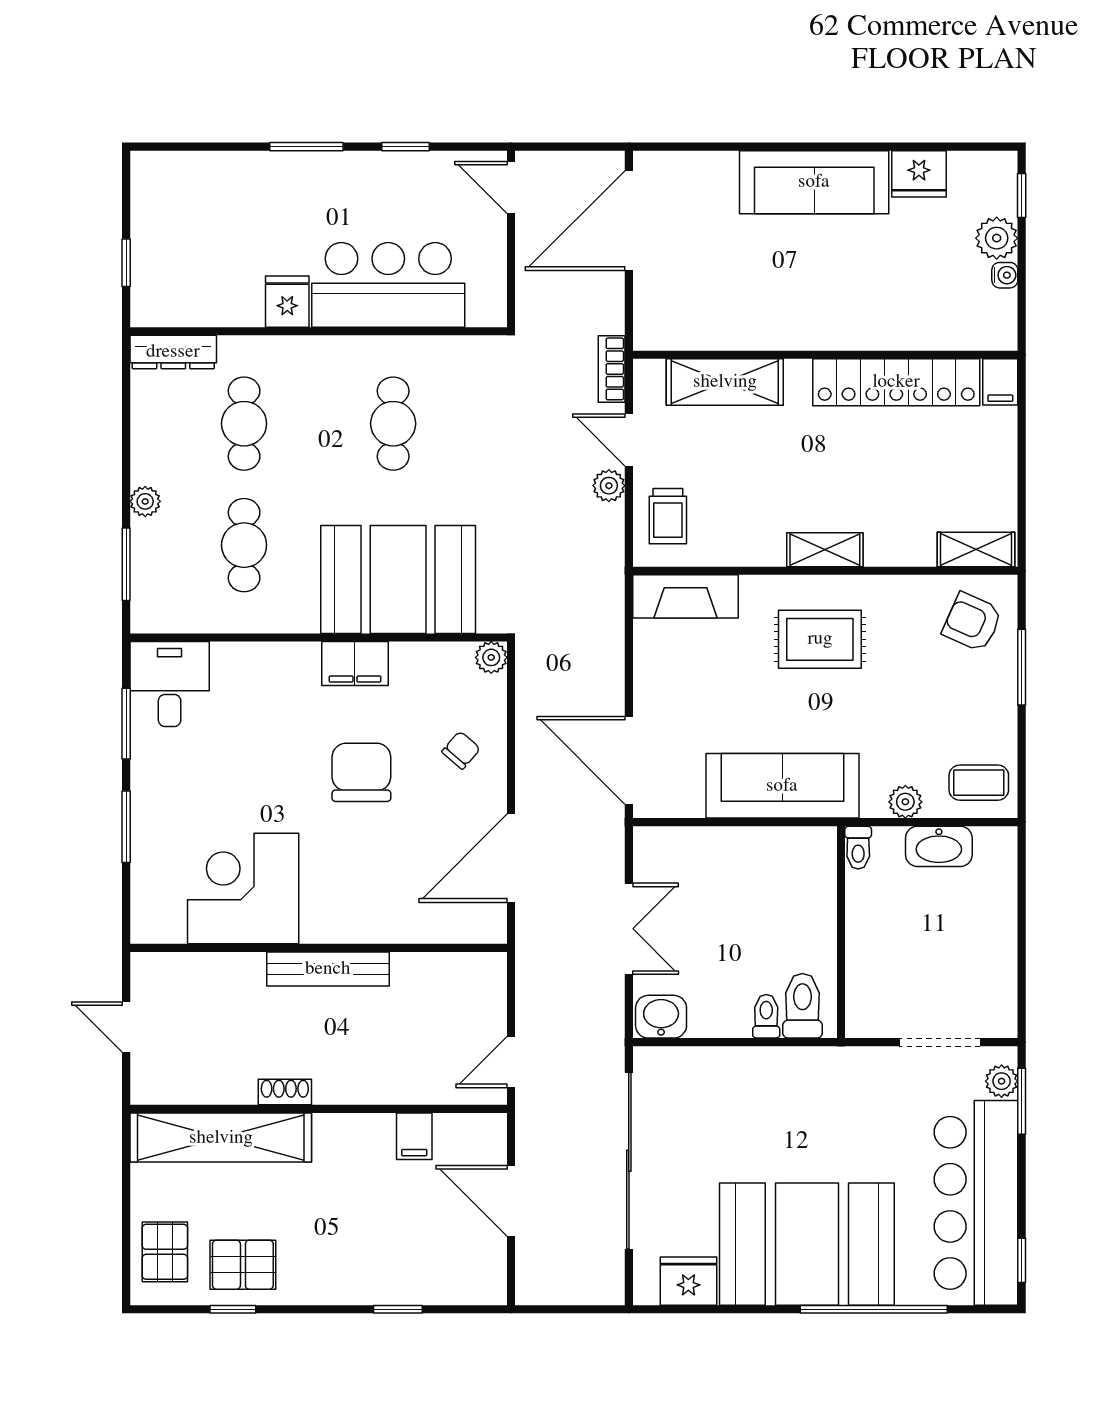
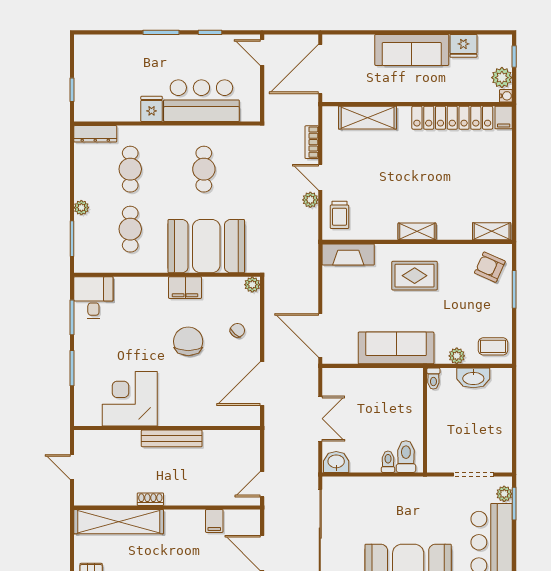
wall: (825, 355) -> (417, 104), moved
shelving: (725, 382) -> (368, 118), moved
locker: (896, 382) -> (452, 118), moved
filing cabinet: (1000, 382) -> (504, 118), moved

